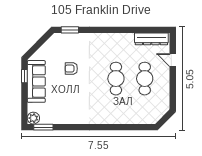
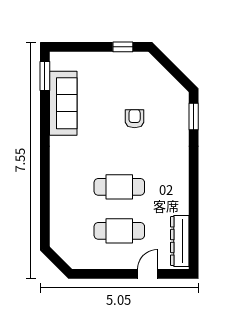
sofa: (36, 81) -> (63, 103), moved, turned -90
plant: (33, 118) -> (59, 61), removed

